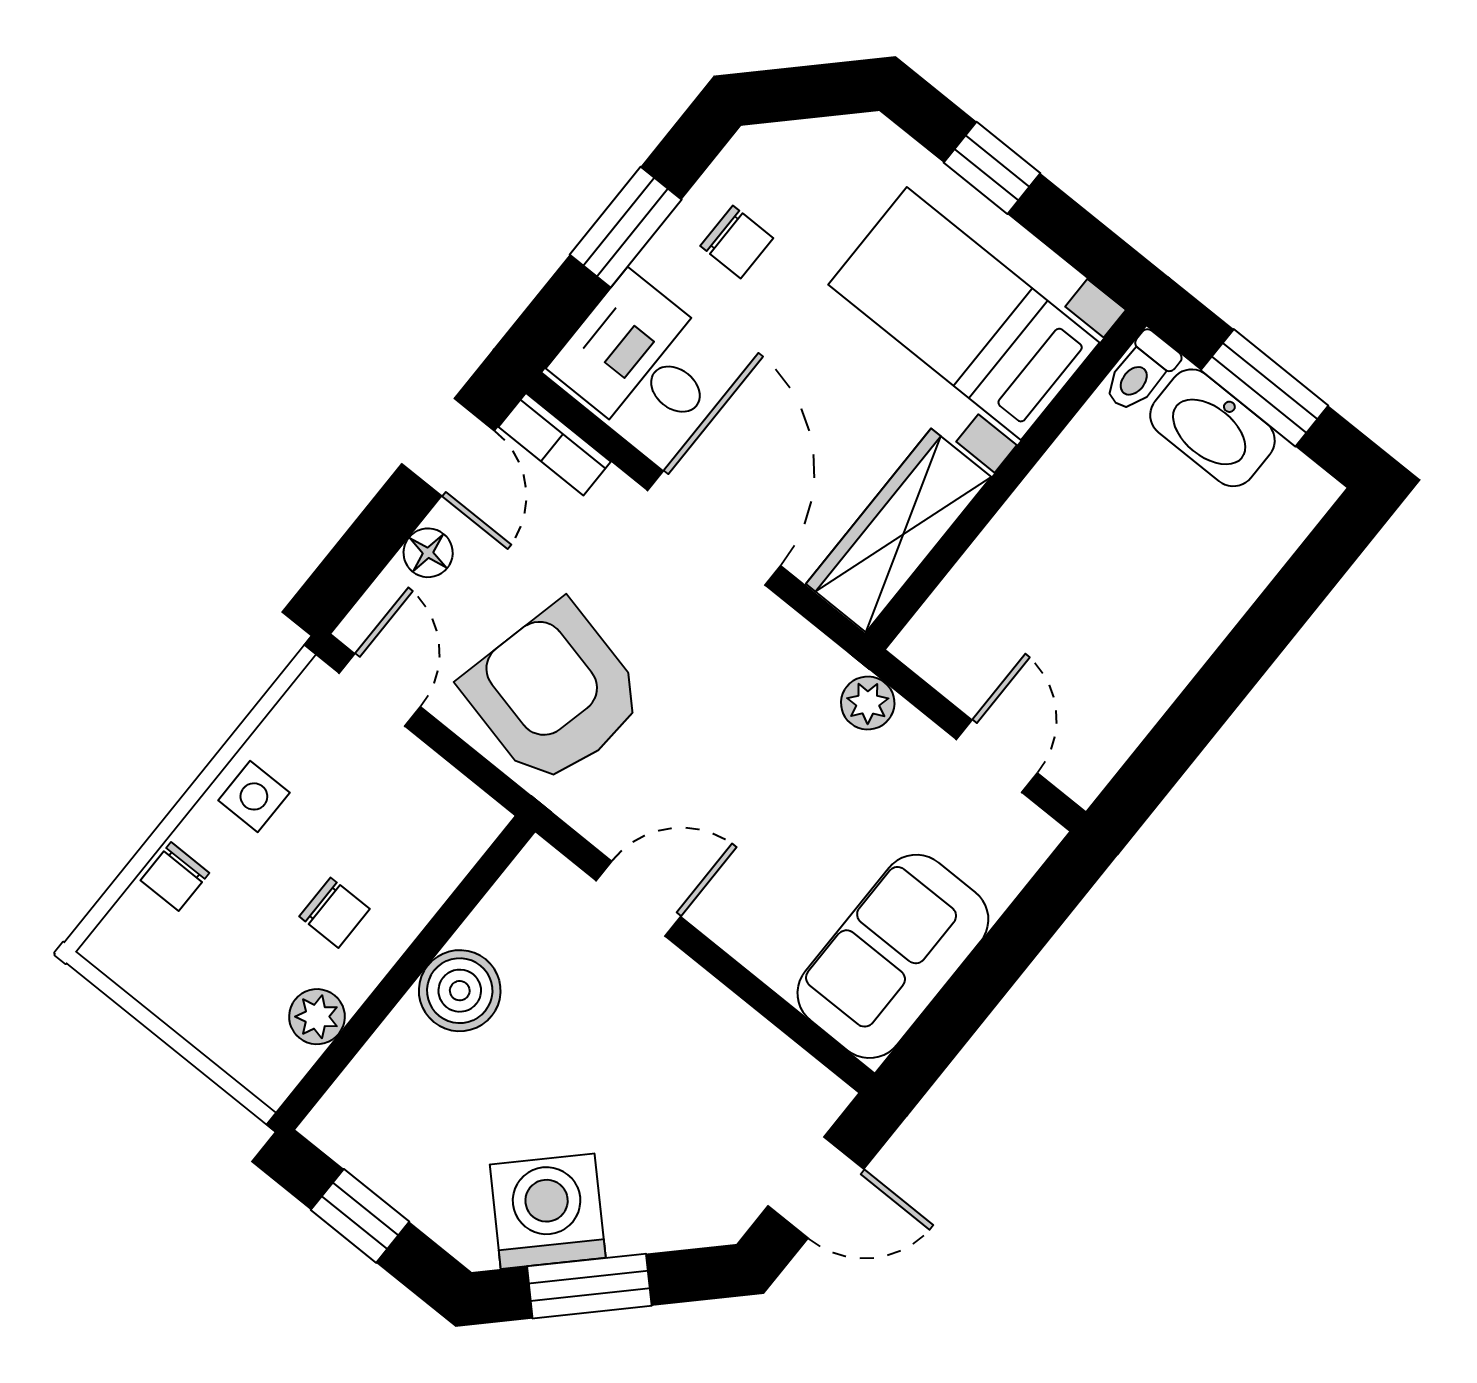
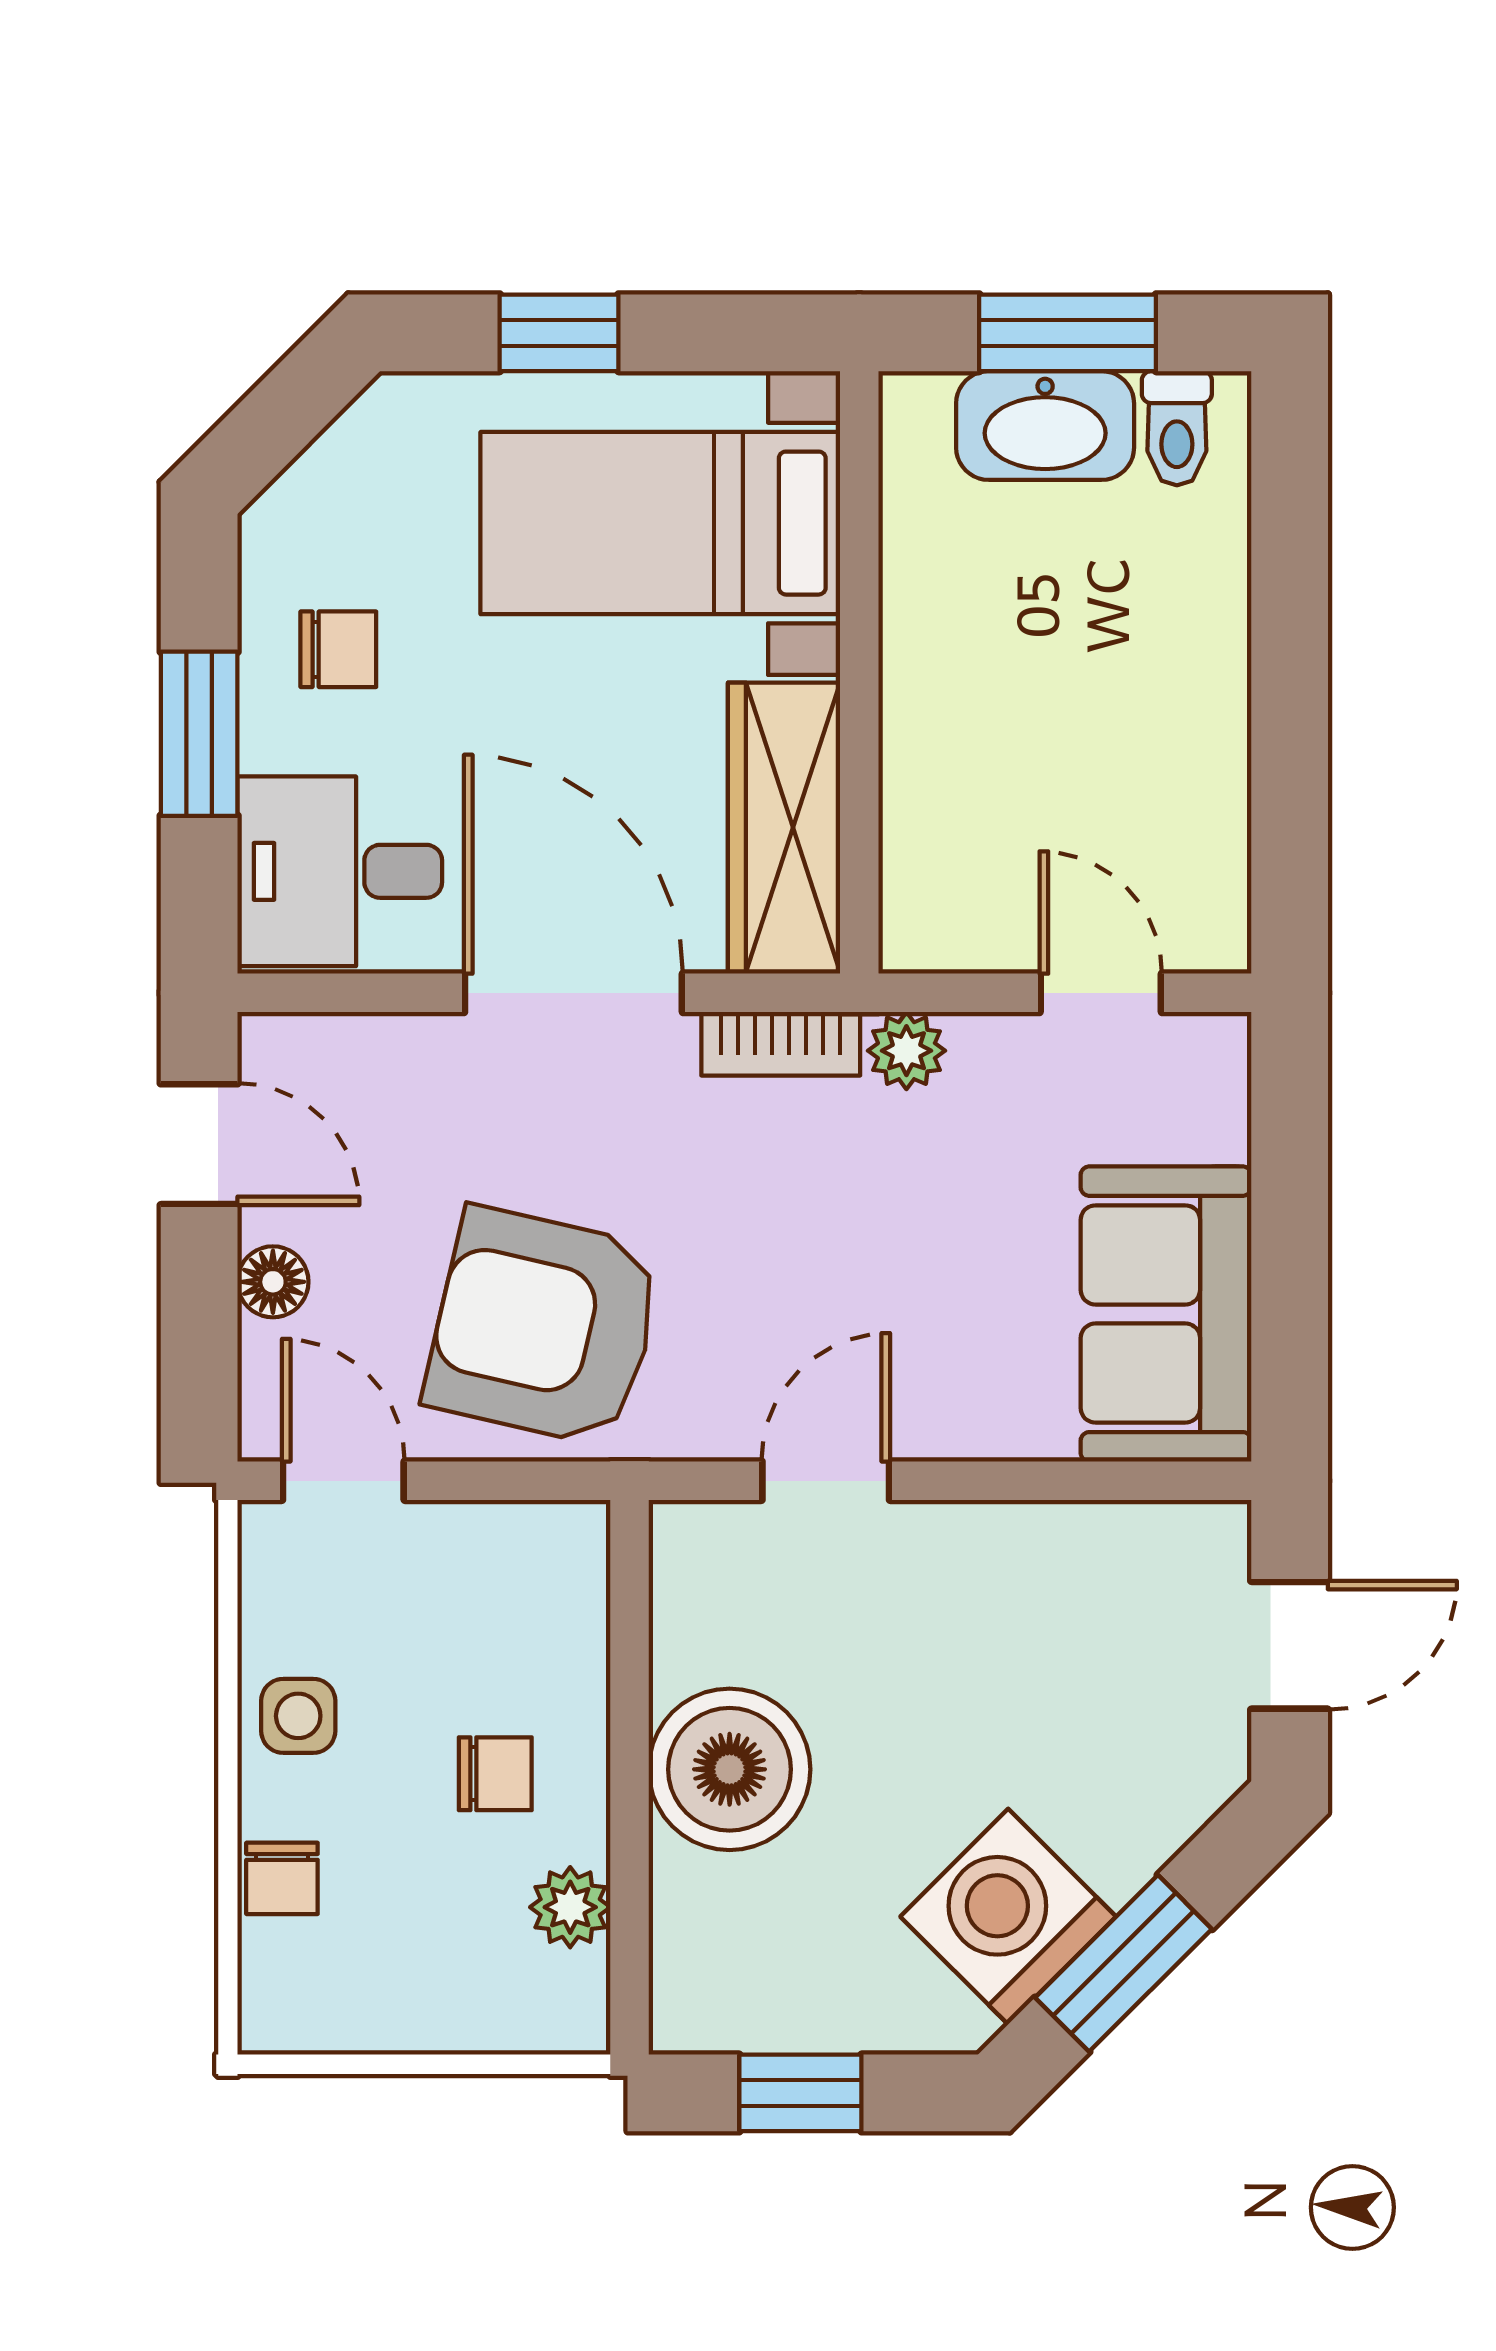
toilet: (1141, 372) -> (1177, 428), moved
bookcase: (555, 444) -> (781, 1044), moved
boiler: (460, 991) -> (730, 1769), width x1.37, depth x1.37

